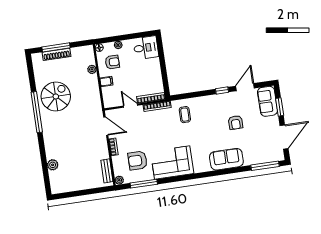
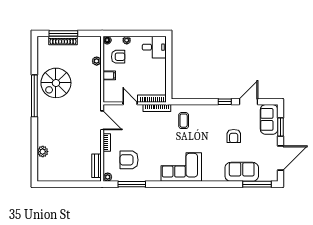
spiral stairs: (56, 96) -> (56, 83), turned 180
sofa: (226, 159) -> (242, 172), moved
corner sofa: (172, 162) -> (181, 167), moved

